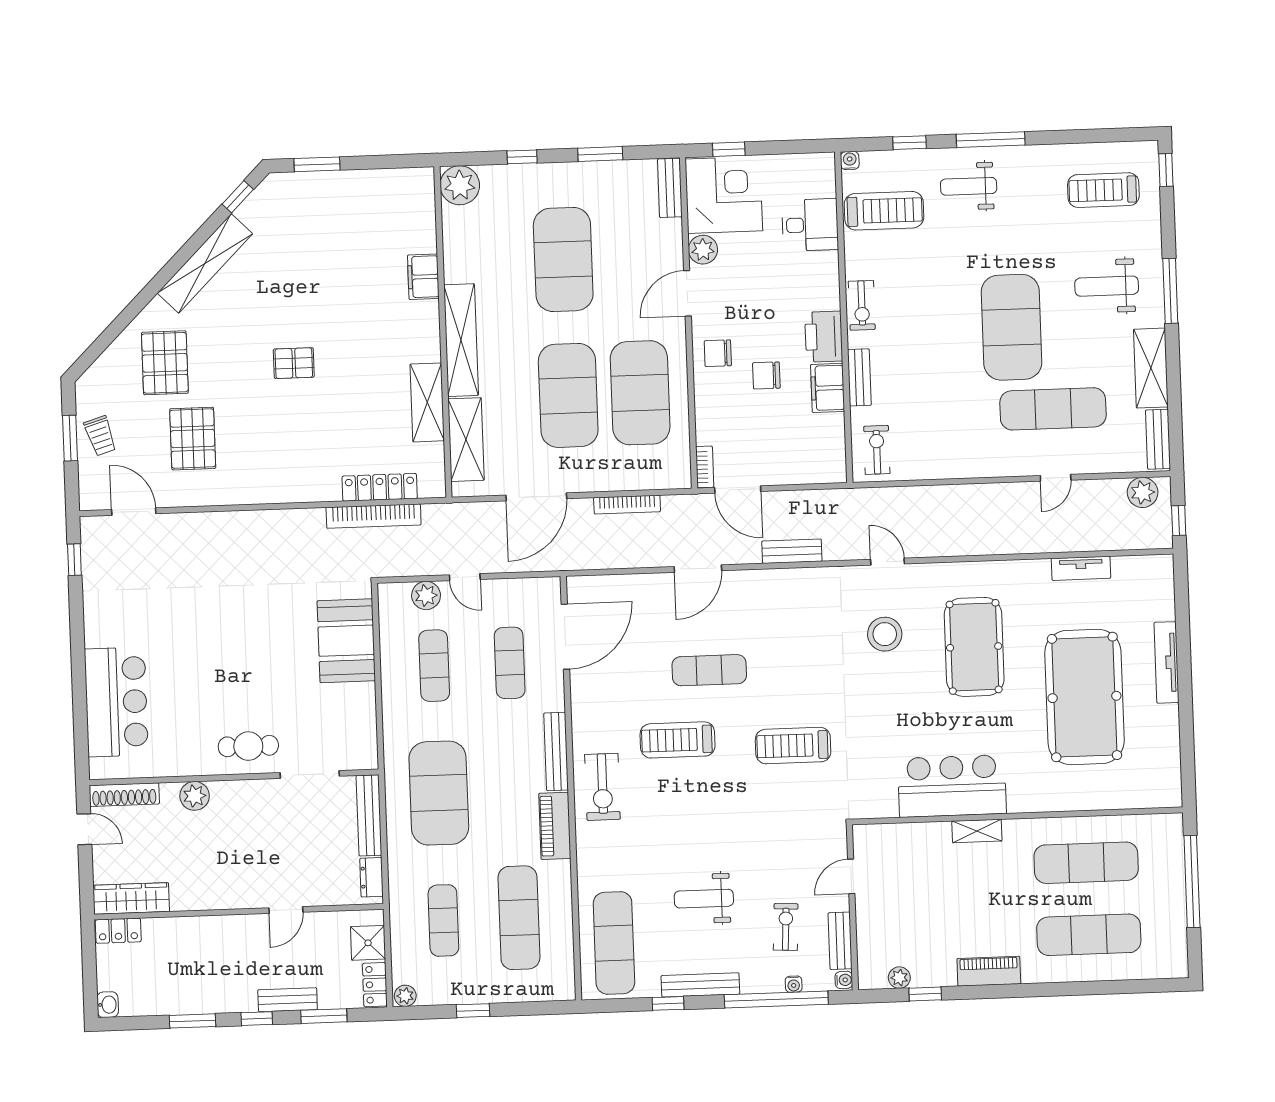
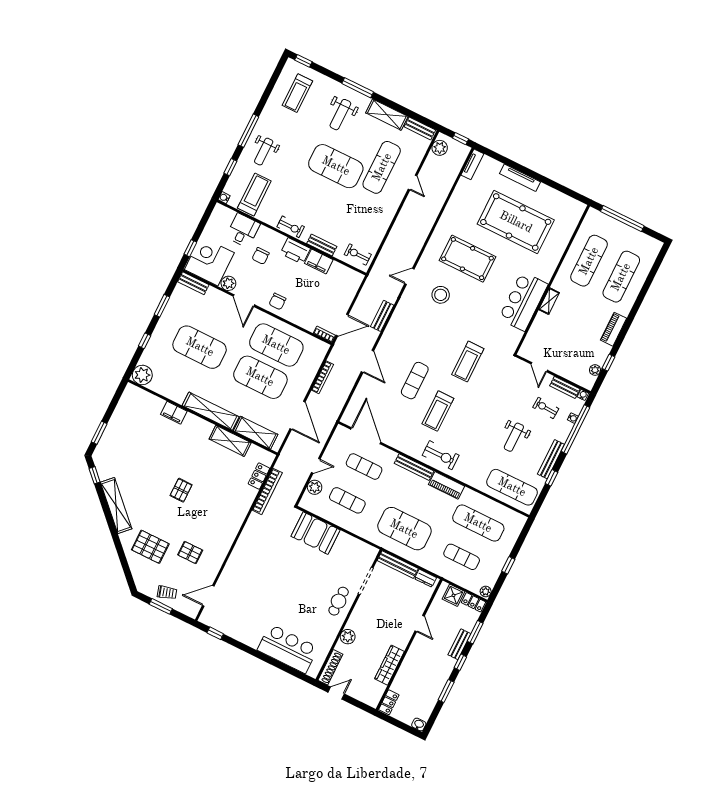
chair: (766, 375) -> (261, 256), moved
pallet: (193, 439) -> (190, 553), width x0.67, depth x0.71
locker: (380, 487) -> (259, 476), width x0.66
tv unit: (1081, 568) -> (472, 164), moved
wardrobe: (131, 898) -> (389, 665), moved

